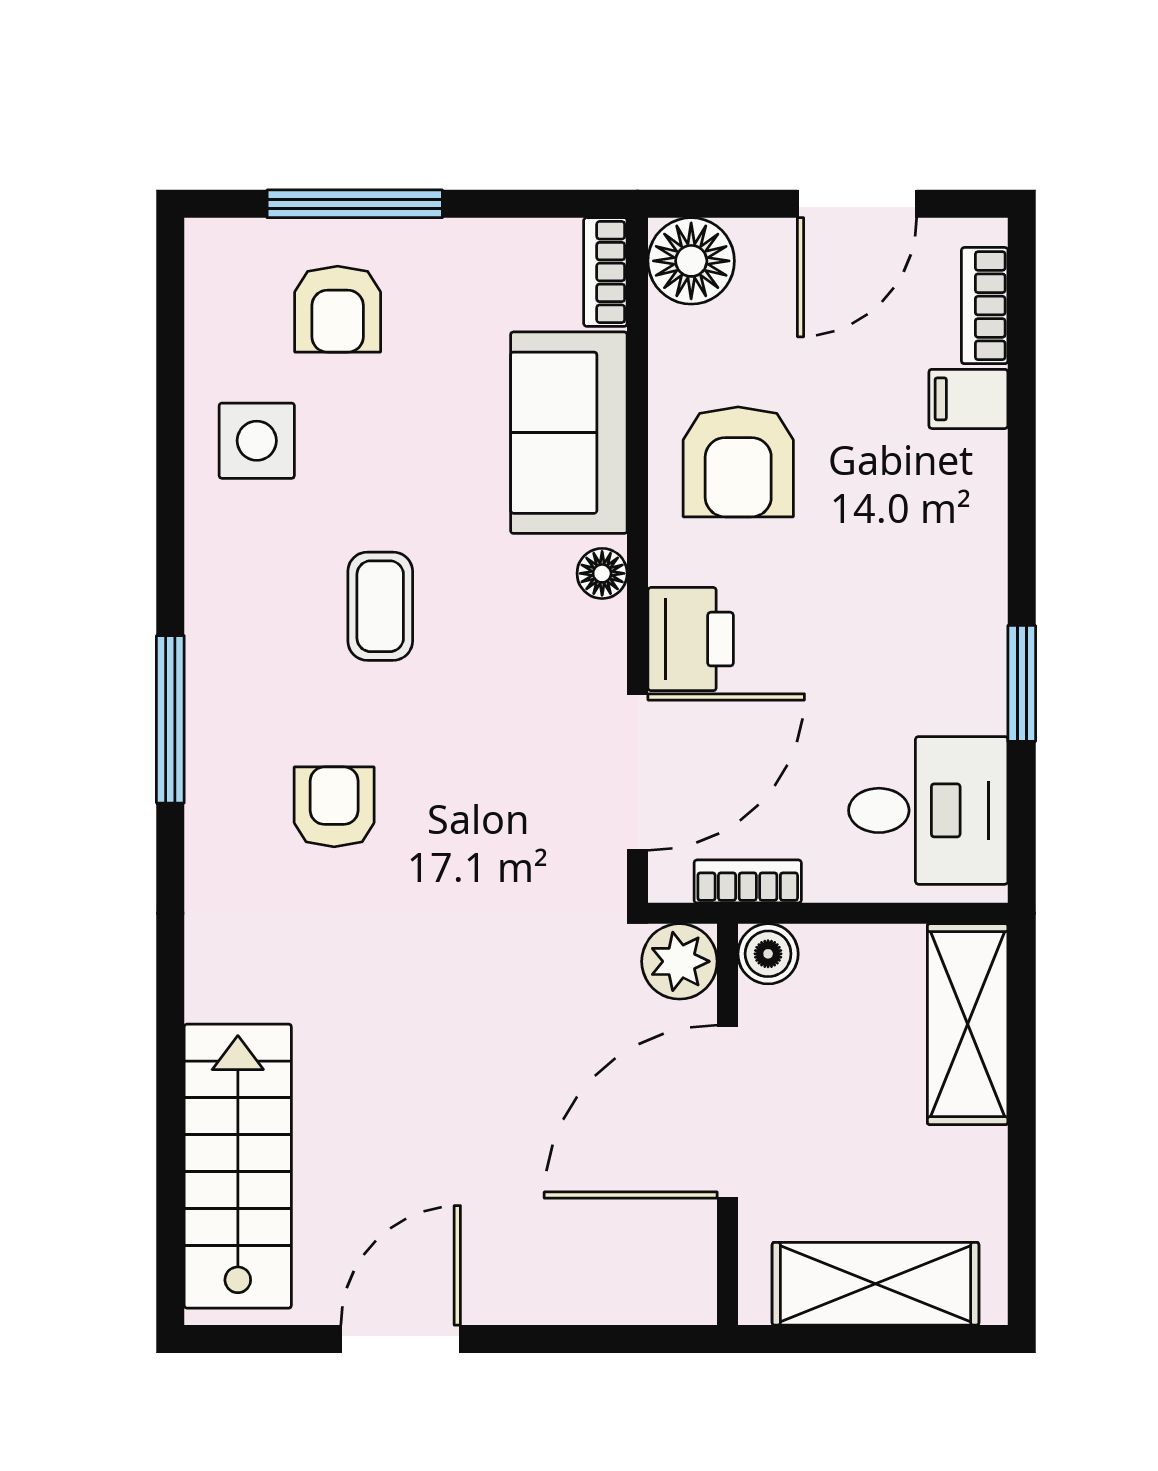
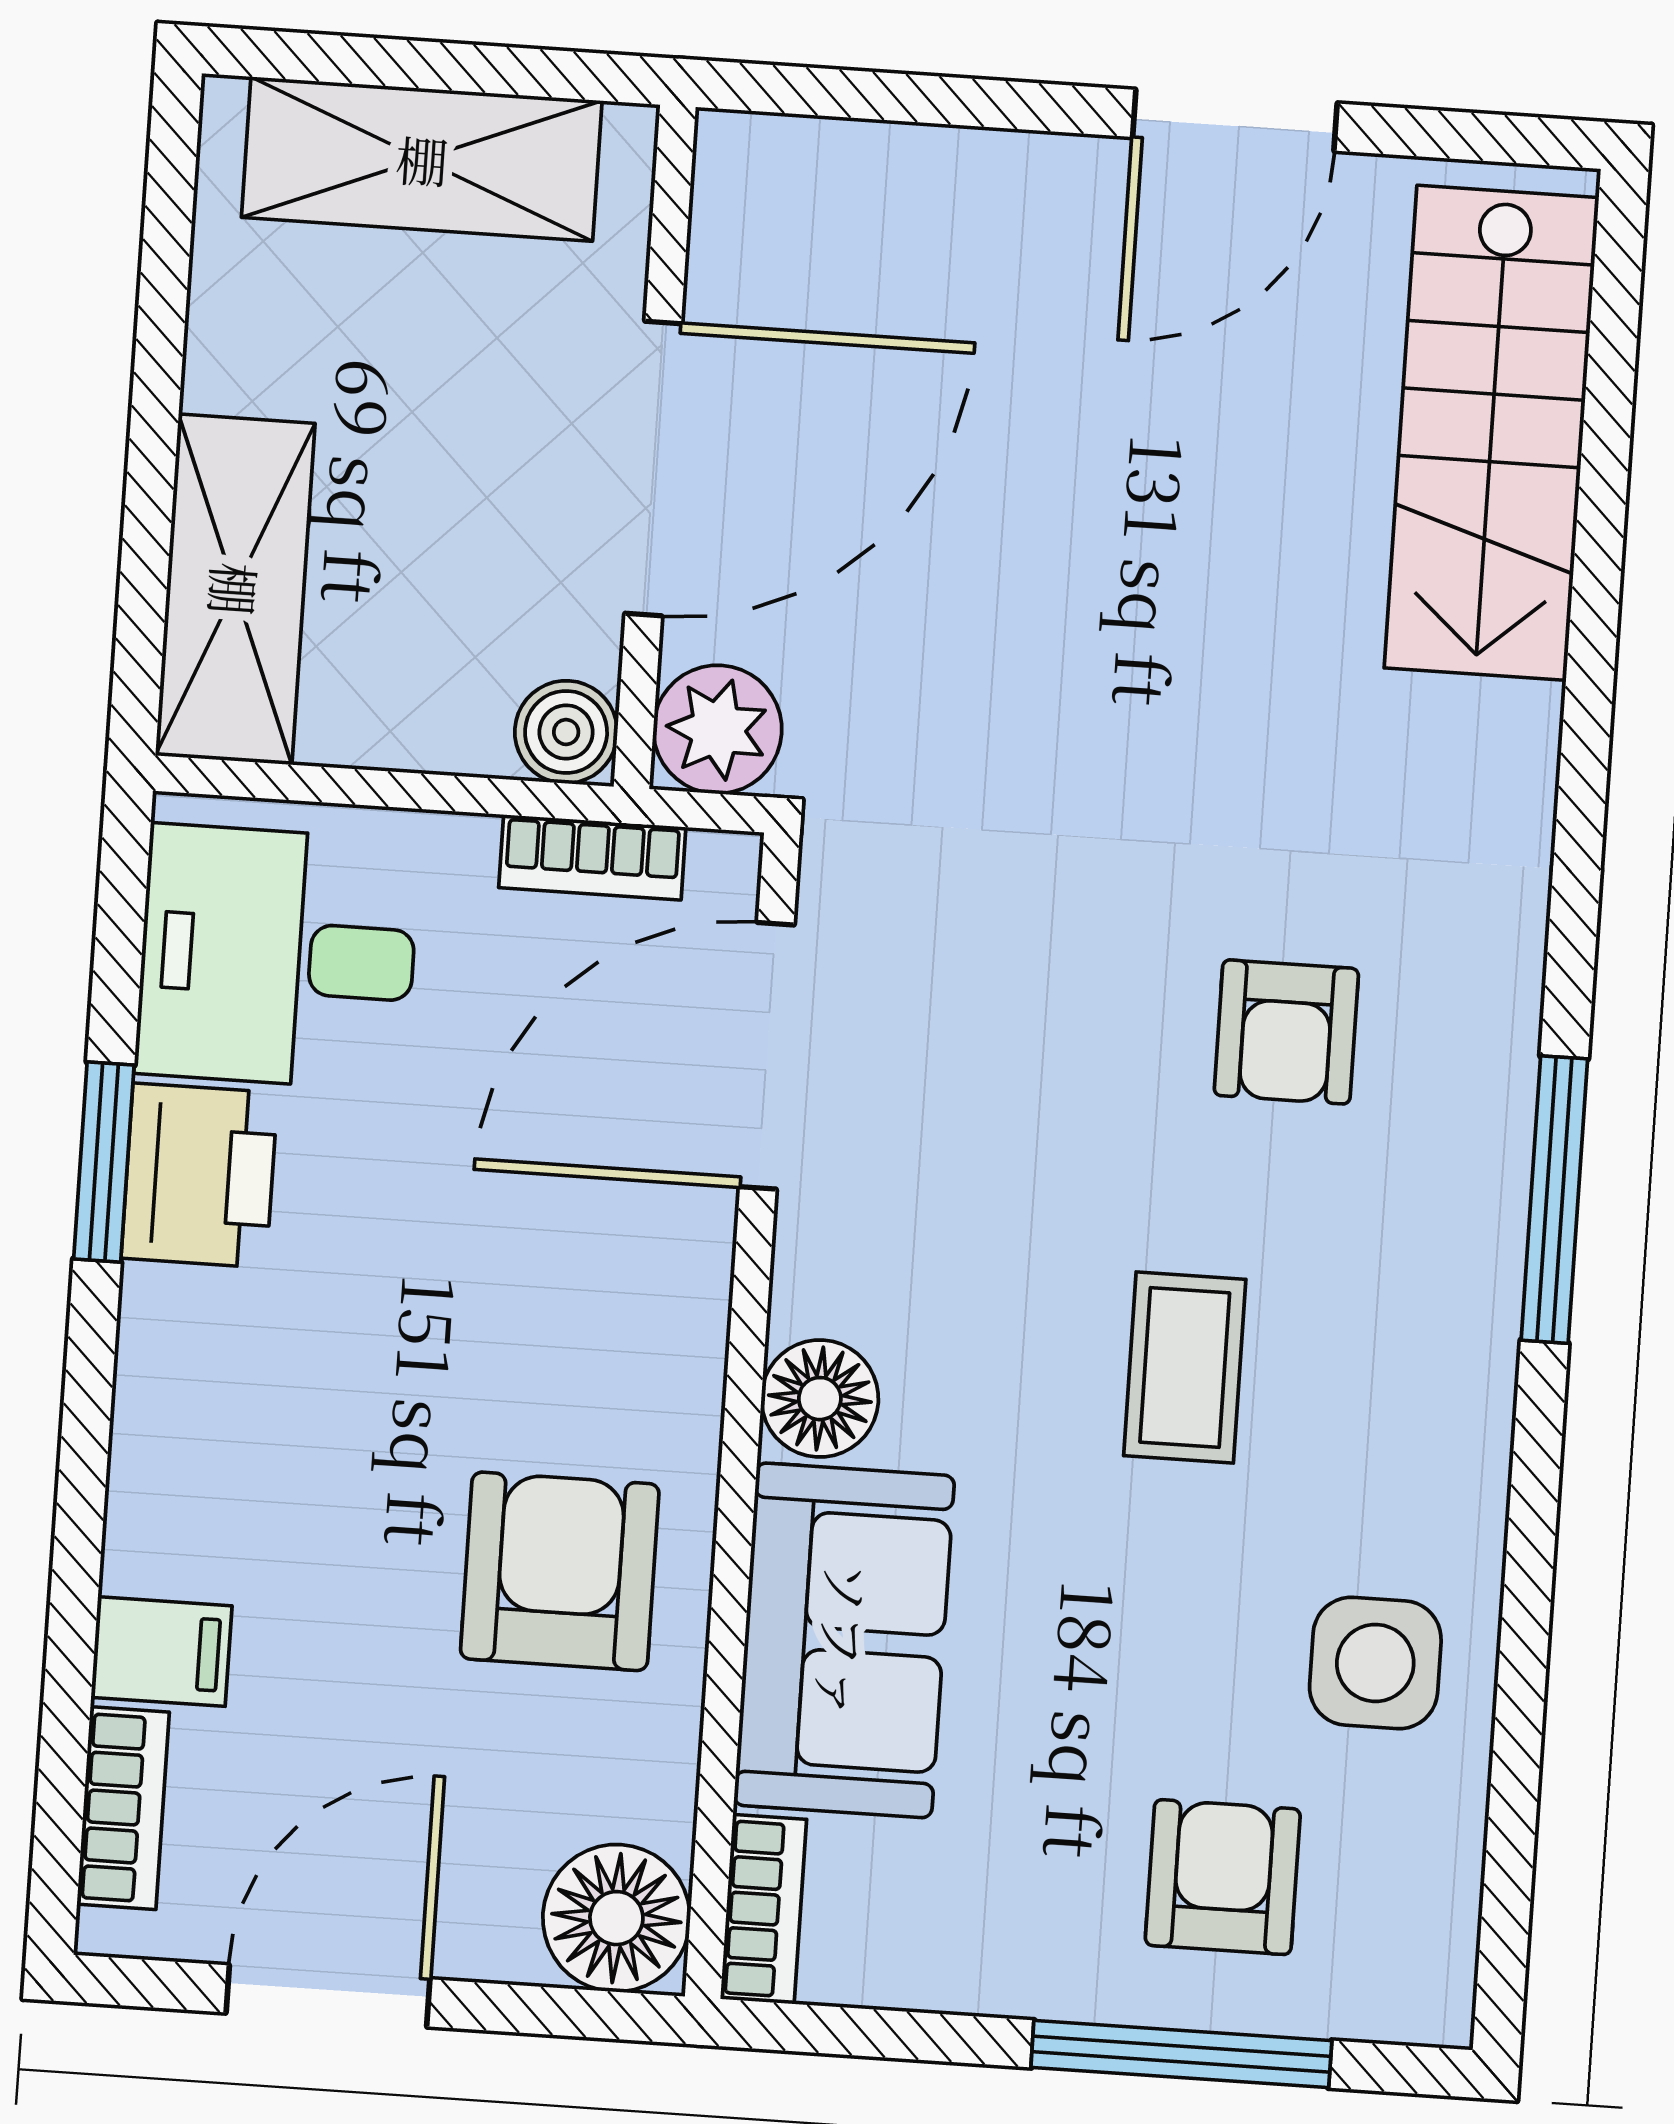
floor lamp: (602, 573) -> (820, 1399), width x1.37, depth x1.37
printer: (691, 639) -> (199, 1175), moved, turned 180

